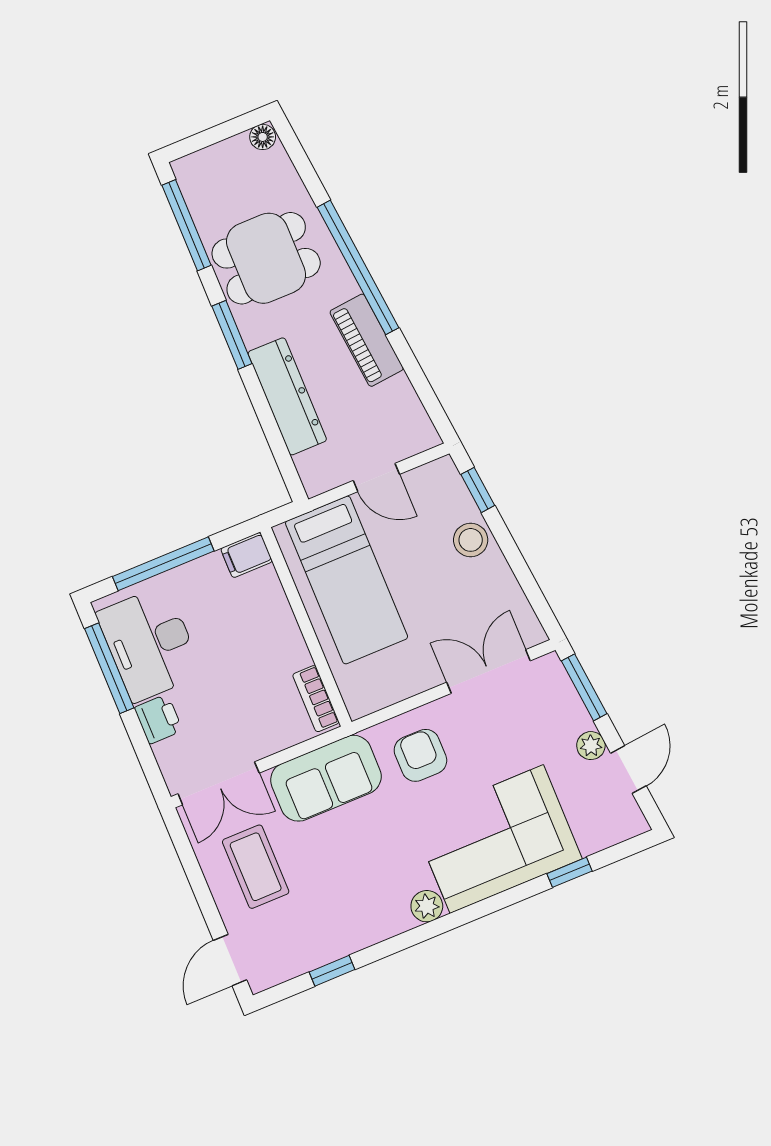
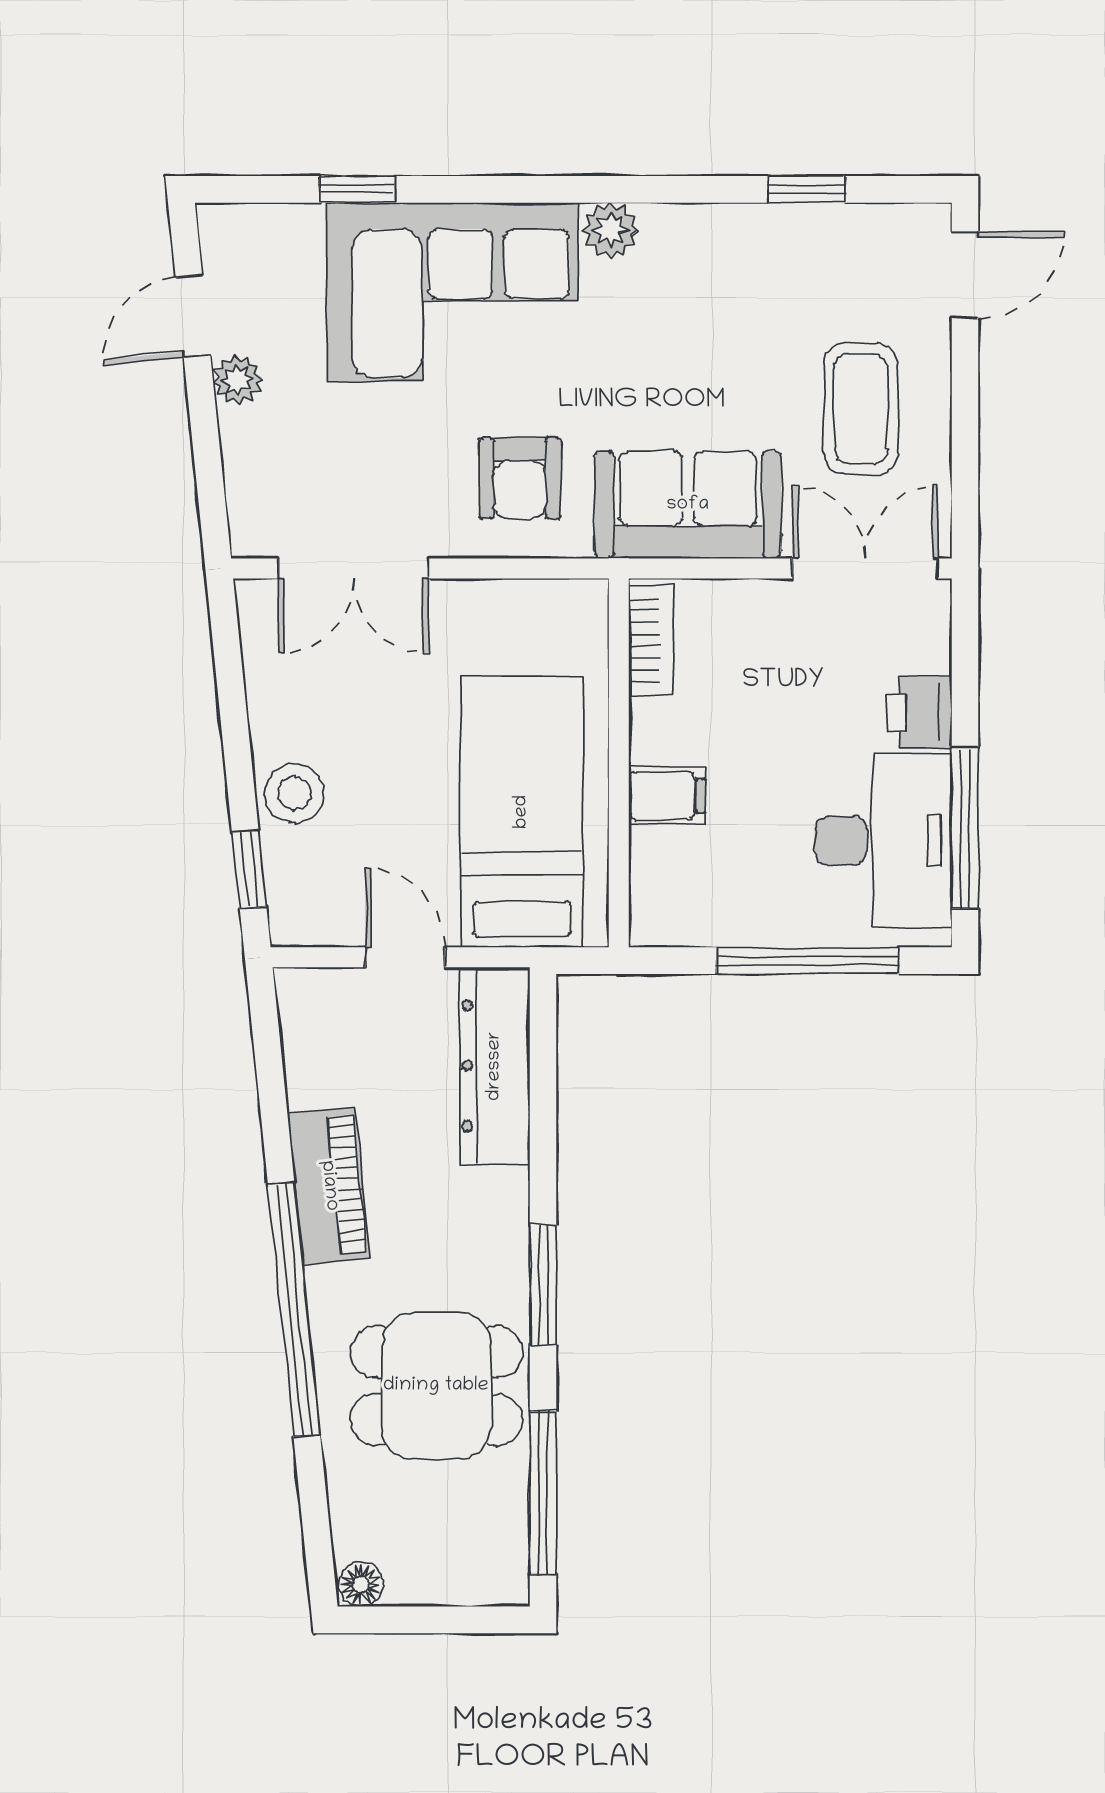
dresser: (287, 396) -> (495, 1066), moved
filing cabinet: (247, 555) -> (667, 795), moved
window: (584, 687) -> (209, 479), removed

